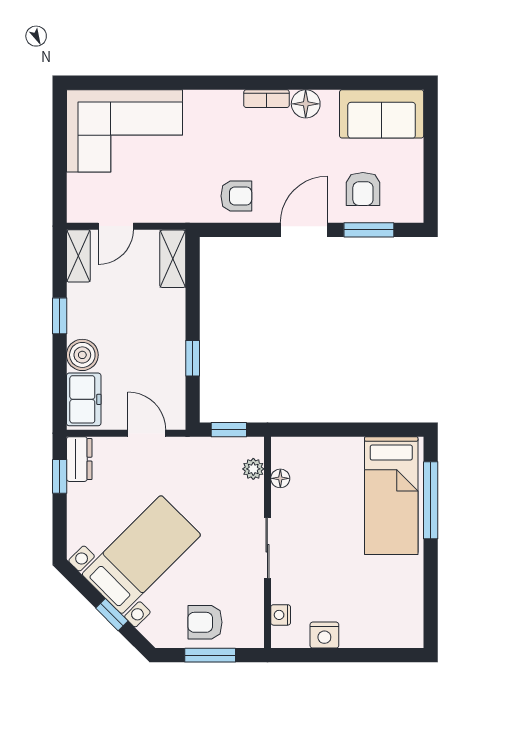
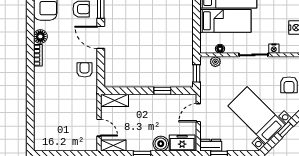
corner sofa: (124, 131) -> (53, 123), removed
bed: (339, 490) -> (225, 21), added
nightstand: (281, 615) -> (274, 49), moved

